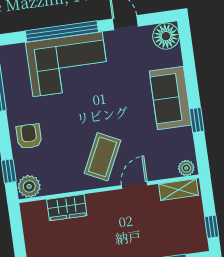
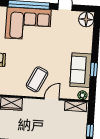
sofa: (171, 98) -> (81, 70), moved

